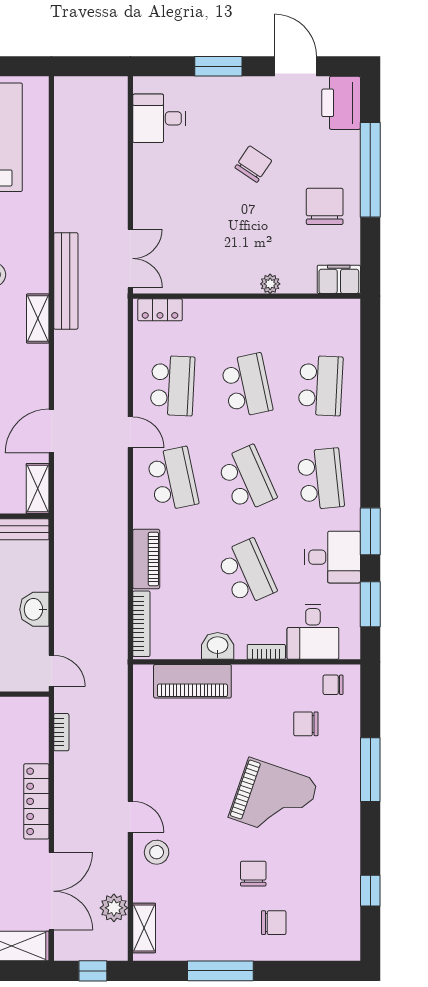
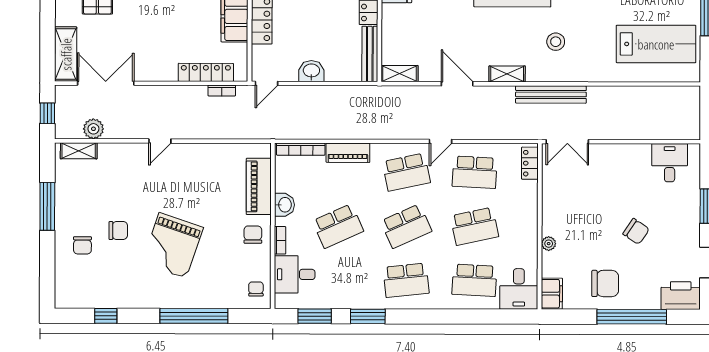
shelving: (38, 319) -> (507, 74), moved
door: (51, 431) -> (457, 84), moved
desk: (332, 557) -> (519, 289), moved
chair: (306, 724) -> (253, 235), moved
window: (370, 770) -> (194, 316), width x1.46
locker: (36, 801) -> (206, 72), moved
stool: (157, 852) -> (134, 160), removed
double door: (51, 891) -> (106, 83), swing flipped

